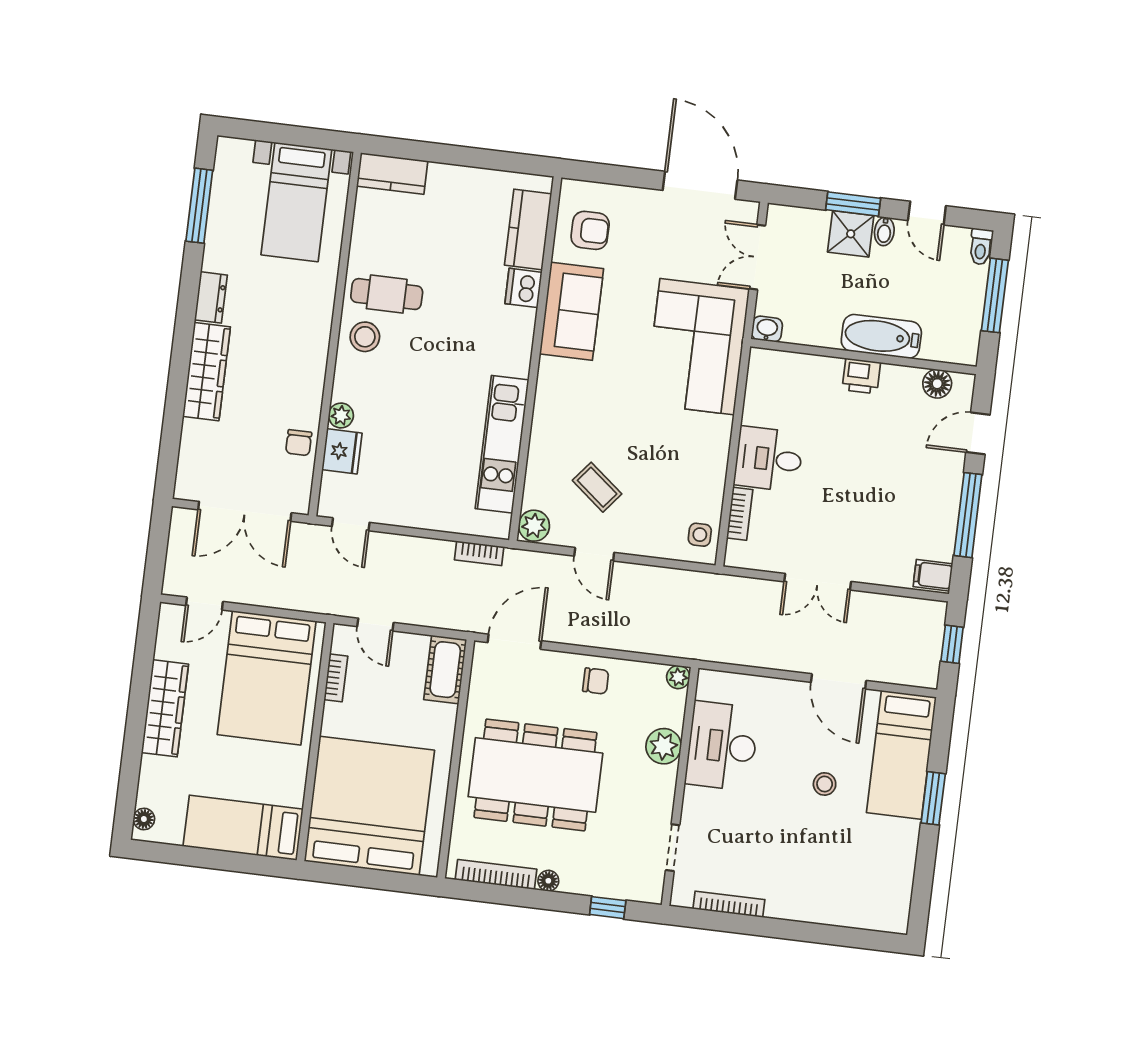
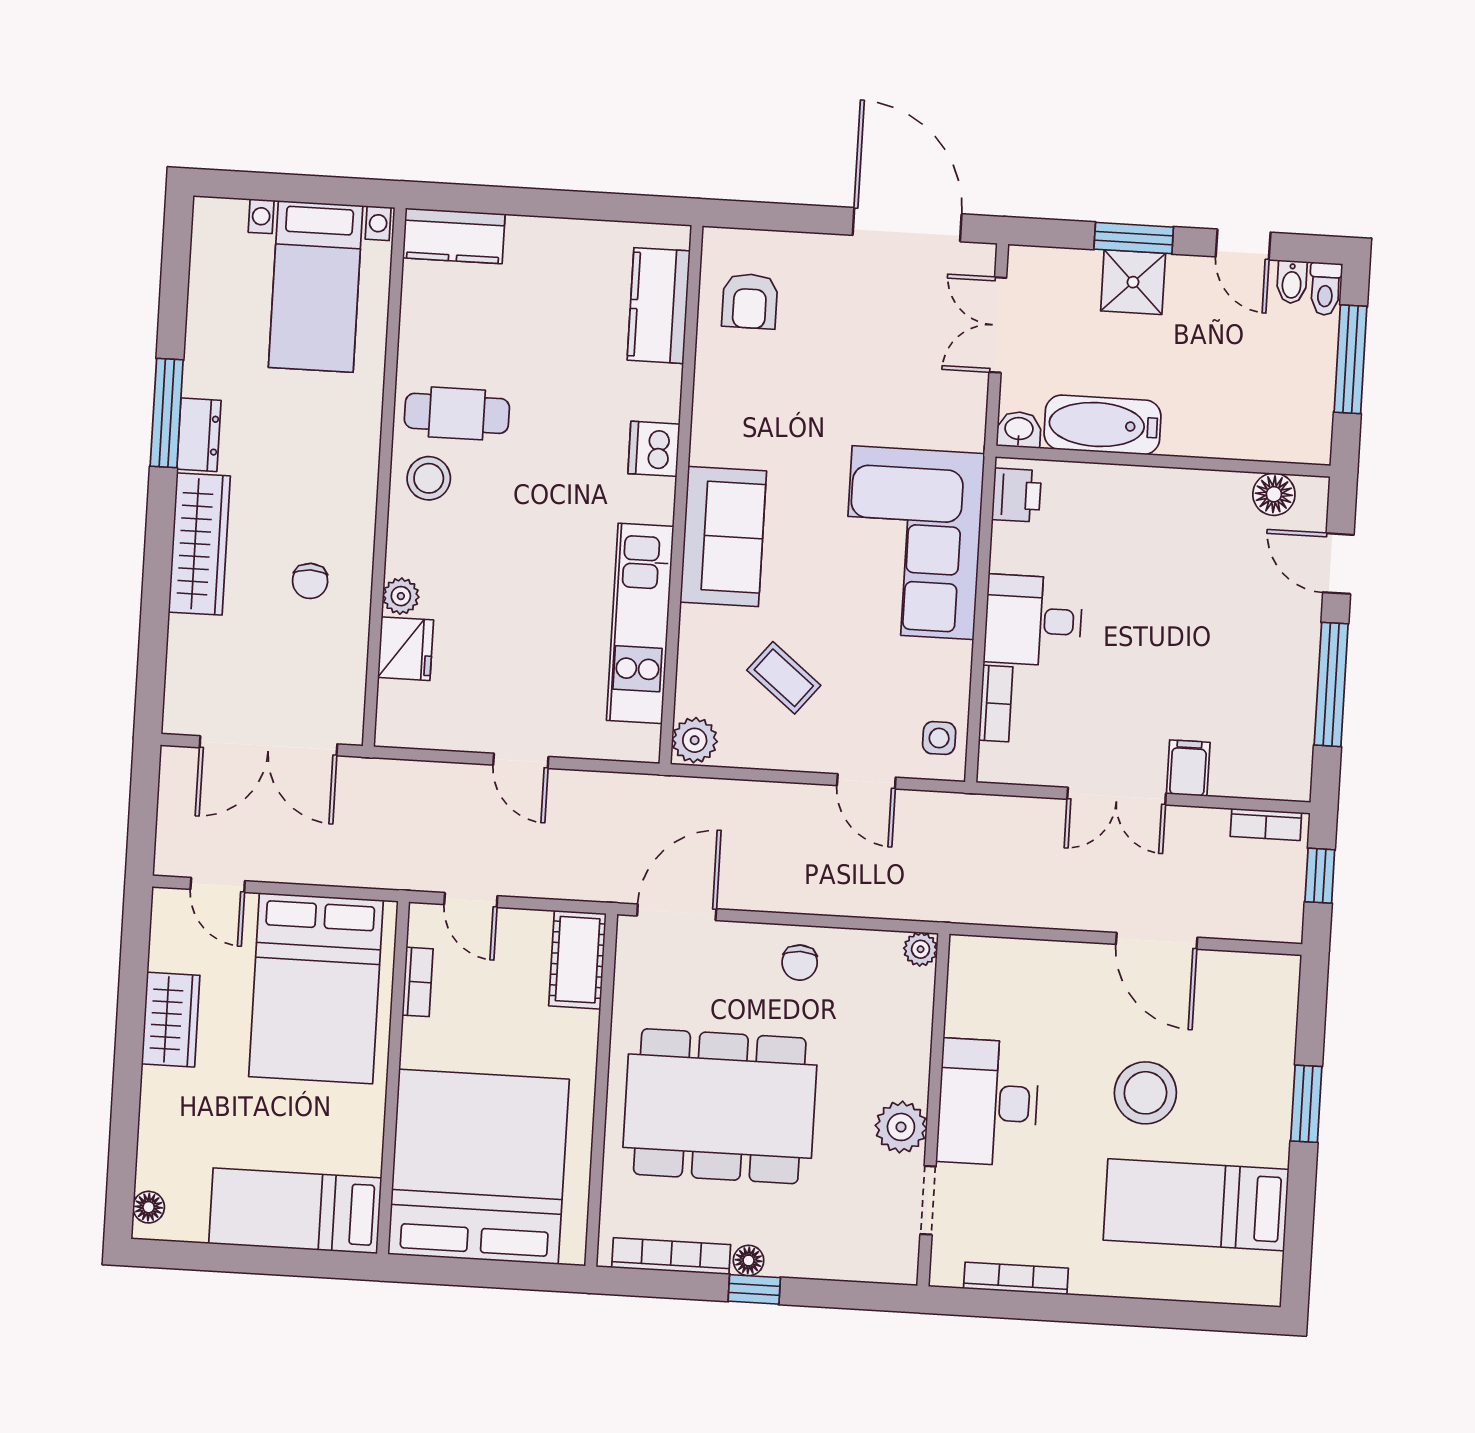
window: (199, 206) -> (167, 413), moved
armchair: (590, 230) -> (750, 301), turned 90
bidet: (884, 231) -> (1292, 282), moved
dishwasher: (523, 288) -> (654, 449), moved
sofa: (572, 311) -> (723, 536), moved
bathtub: (881, 336) -> (1103, 425), moved
corner sofa: (697, 347) -> (913, 543), moved
printer: (861, 376) -> (1017, 495), moved, turned -90
door: (978, 433) -> (1338, 564), hinge flipped
chair: (299, 443) -> (310, 581), moved
door: (351, 524) -> (521, 761), moved
bookcase: (479, 553) -> (1266, 824), moved
door: (594, 554) -> (866, 781), moved
filing cabinet: (933, 575) -> (1188, 768), moved, turned 90
door: (204, 604) -> (218, 885), hinge flipped
chair: (596, 681) -> (800, 963), turned 90
wardrobe: (165, 708) -> (171, 1020), width x0.67
plant: (664, 746) -> (901, 1127), moved
desk: (722, 746) -> (988, 1102), moved
bed: (901, 755) -> (1196, 1205), moved, turned 90
stool: (825, 784) -> (1145, 1093), width x1.89, depth x1.89
window: (608, 908) -> (754, 1289), moved

